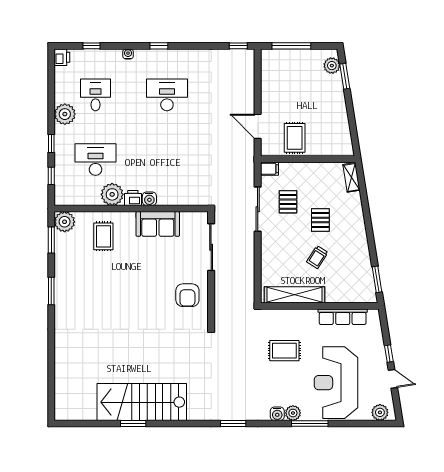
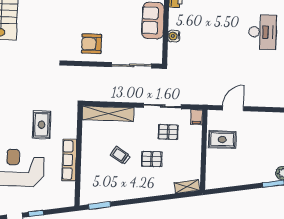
water cooler: (149, 199) -> (174, 36), moved
shelving: (294, 295) -> (108, 114), moved, turned 90
row of seats: (343, 317) -> (69, 160), moved

